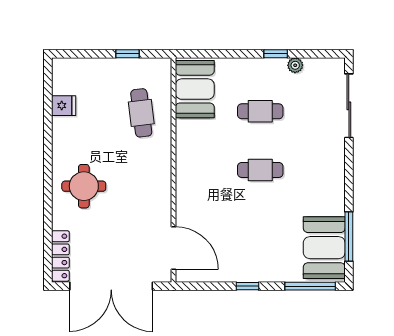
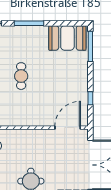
window: (349, 236) -> (29, 23), moved
window: (247, 286) -> (90, 98), moved

